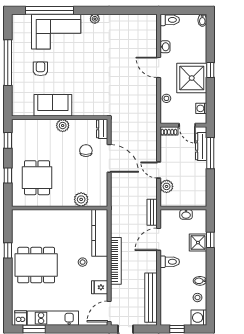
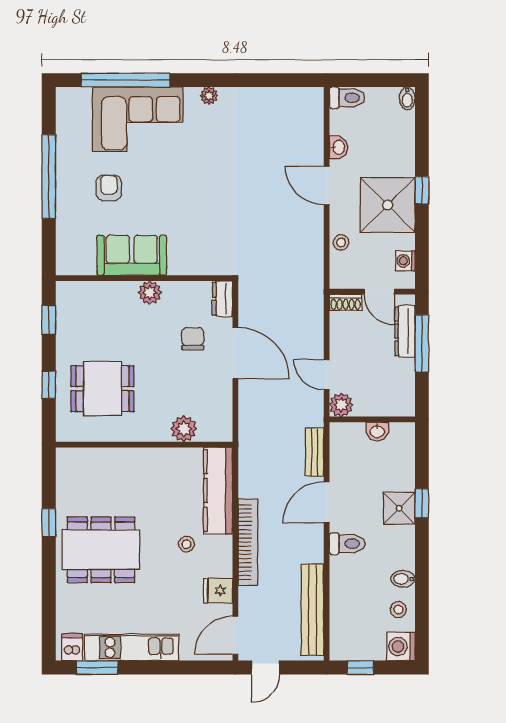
dining table: (37, 178) -> (102, 389), turned 90
wall: (183, 208) -> (372, 419), moved
washbasin: (186, 214) -> (377, 431), moved

